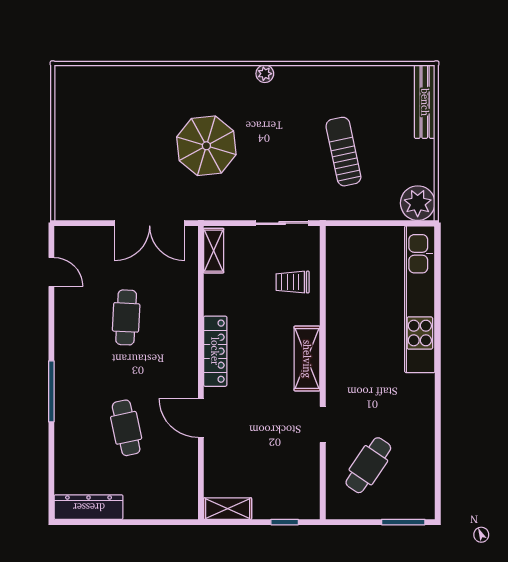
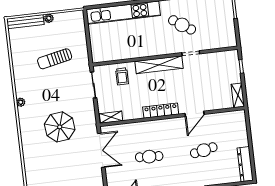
plant: (418, 203) -> (49, 18), moved, width x0.53, depth x0.53
shelving: (307, 359) -> (159, 65), width x1.47
cafe table: (368, 465) -> (182, 25), moved

